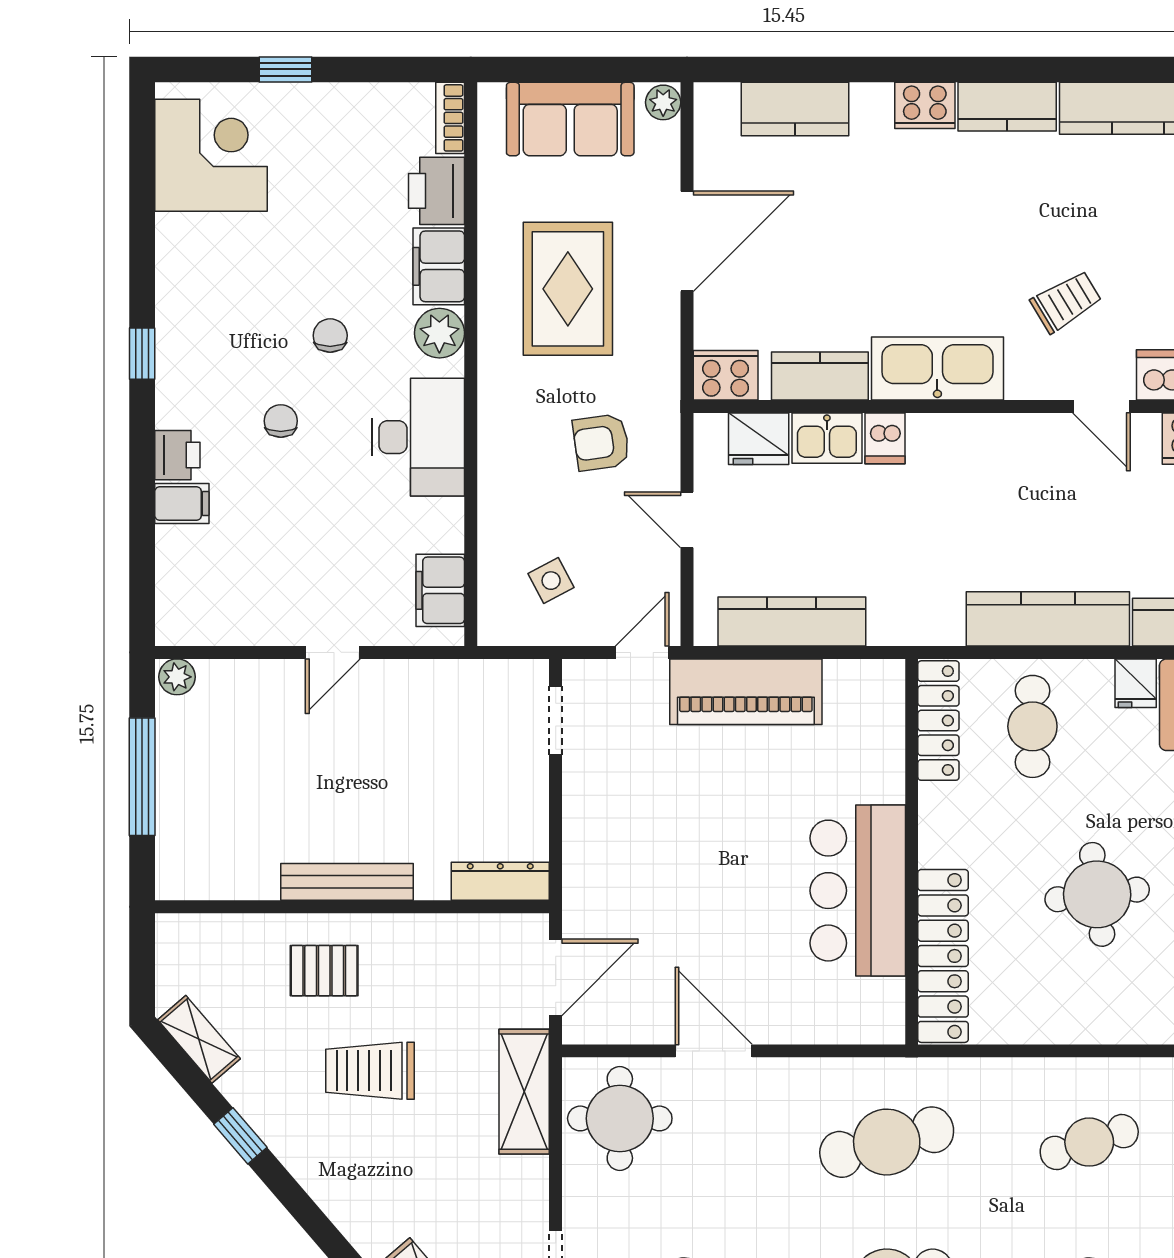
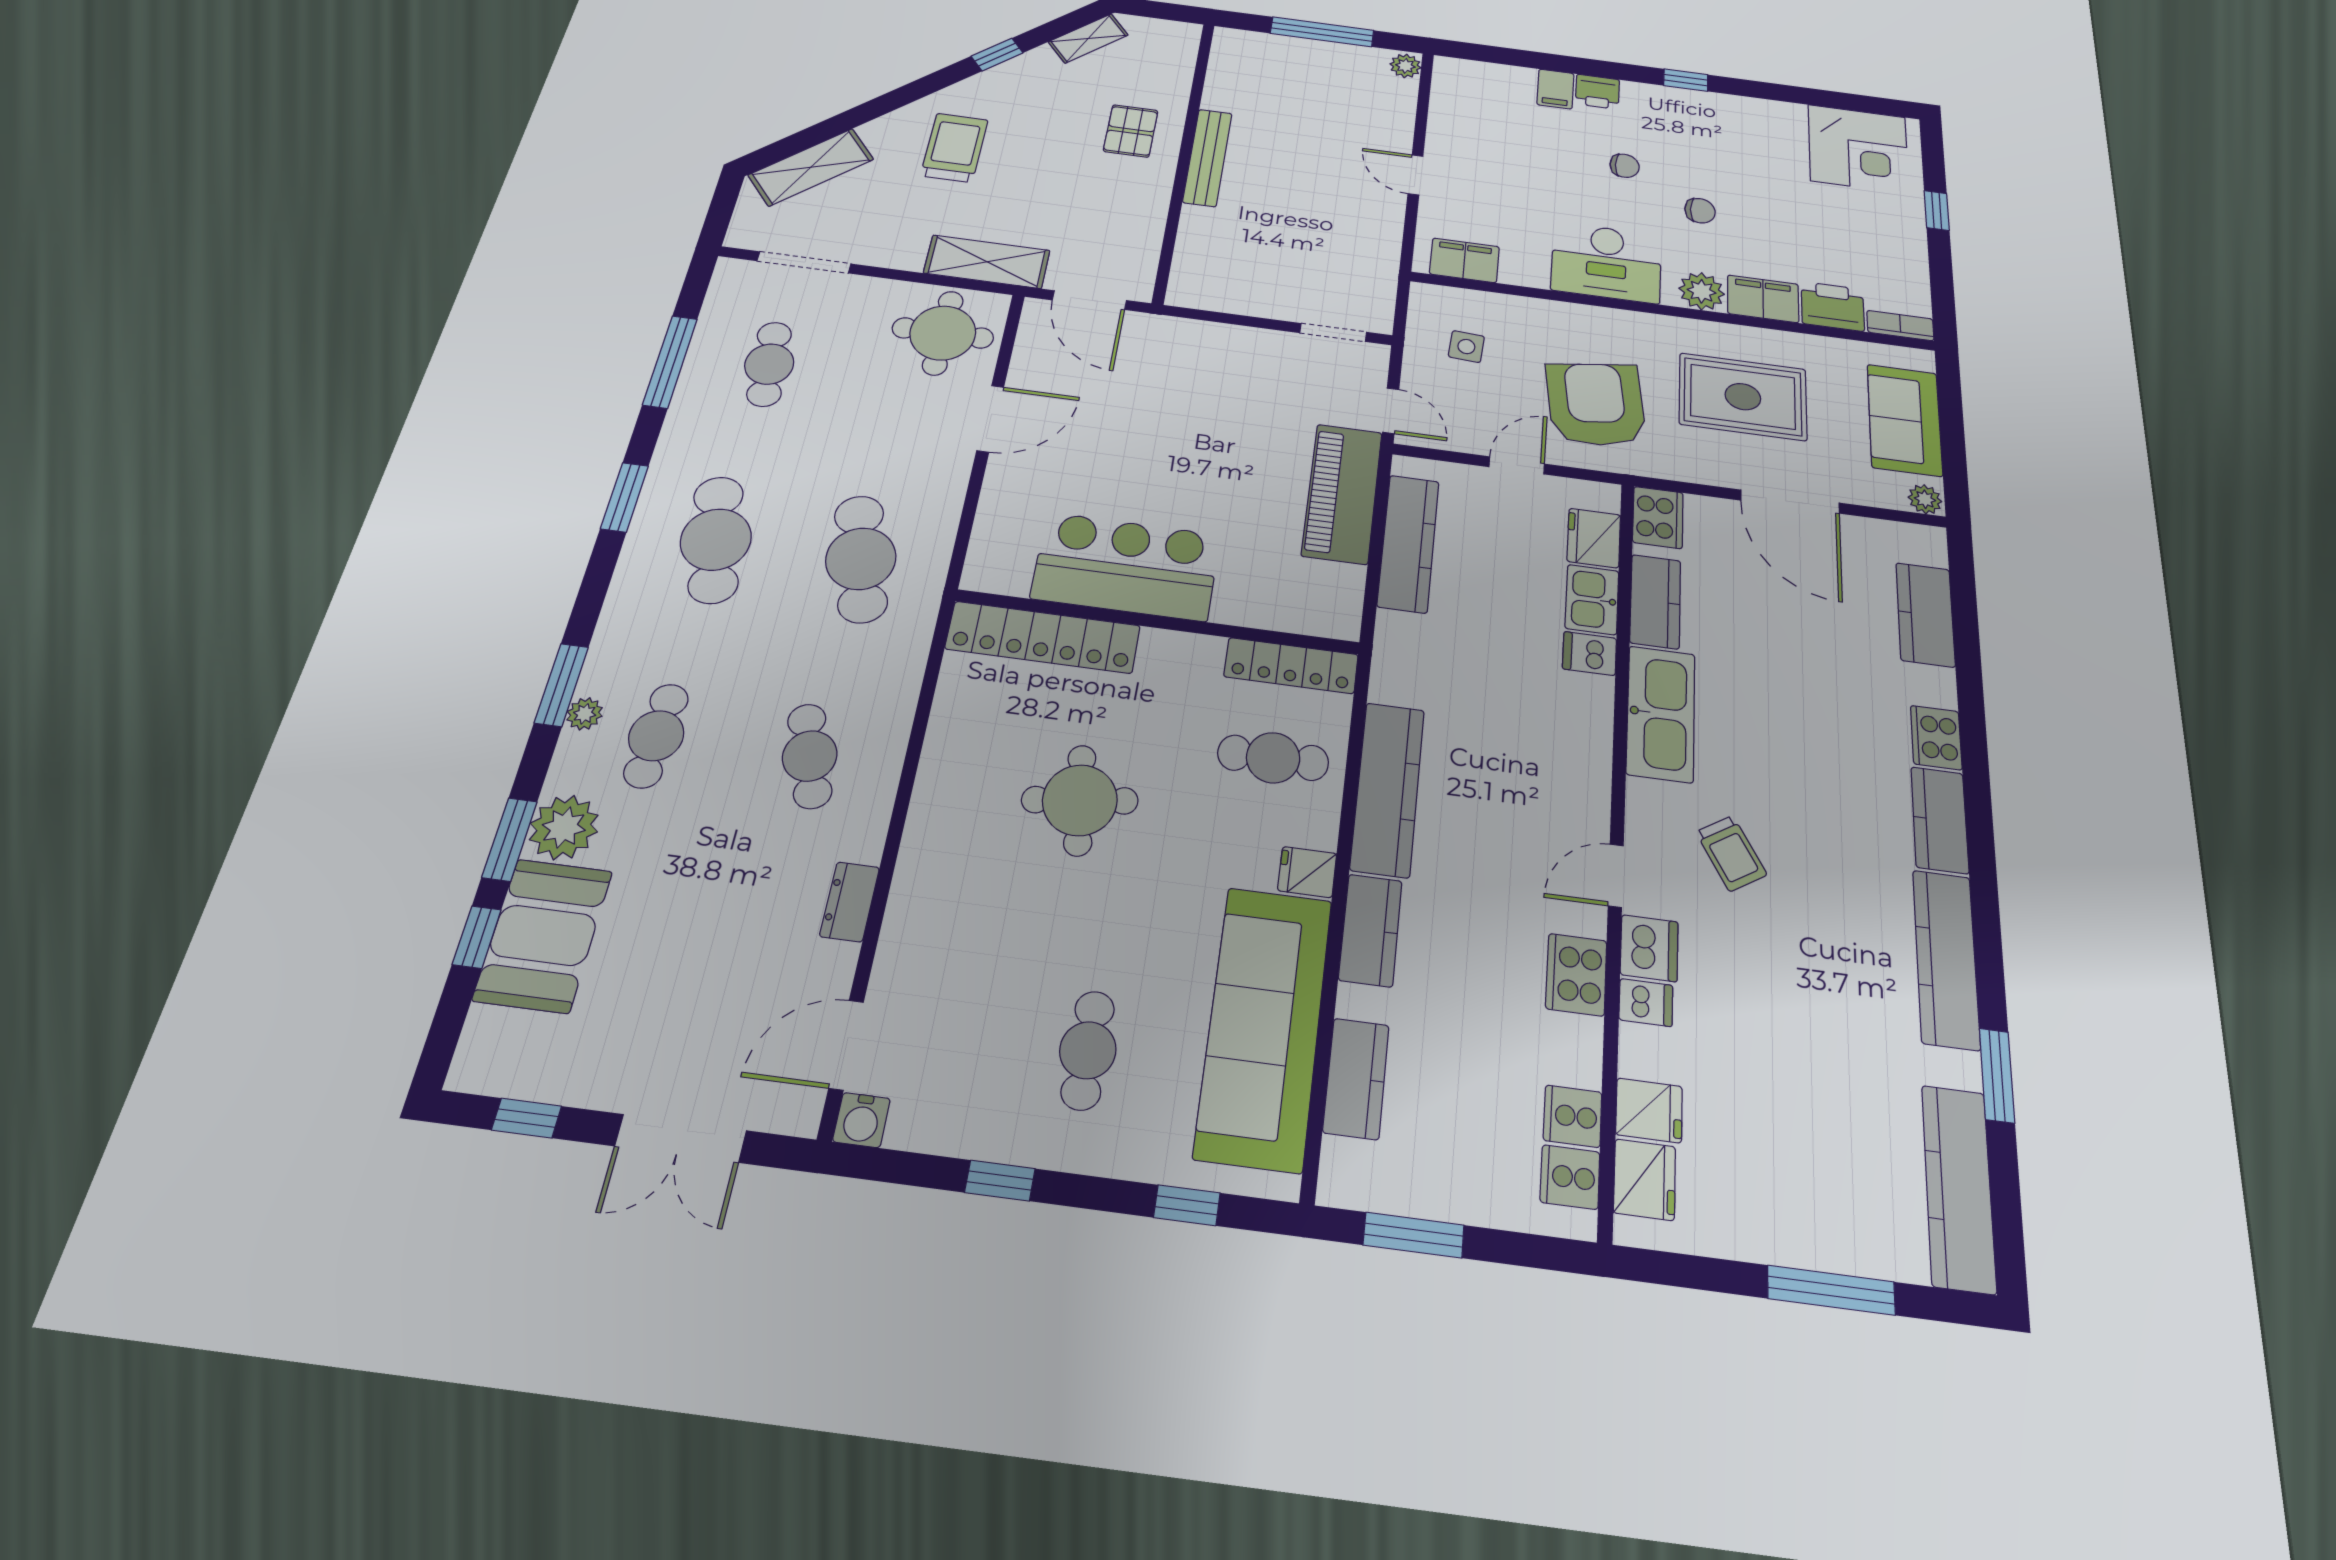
armchair: (601, 442) -> (1596, 404), width x1.88, depth x1.88
side table: (551, 581) -> (1466, 347), turned 32
dresser: (500, 881) -> (1188, 270), removed
trolley: (370, 1071) -> (954, 148), moved

